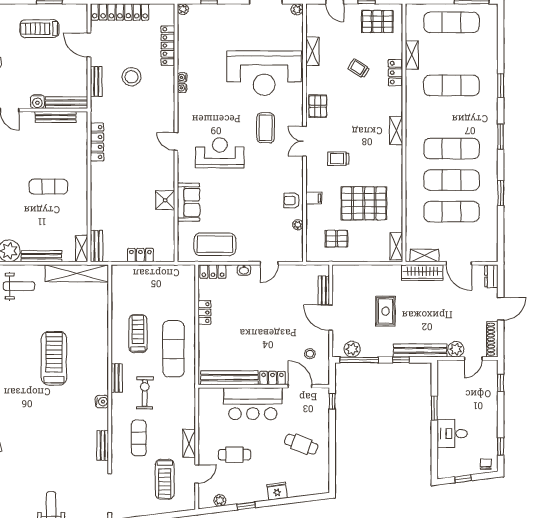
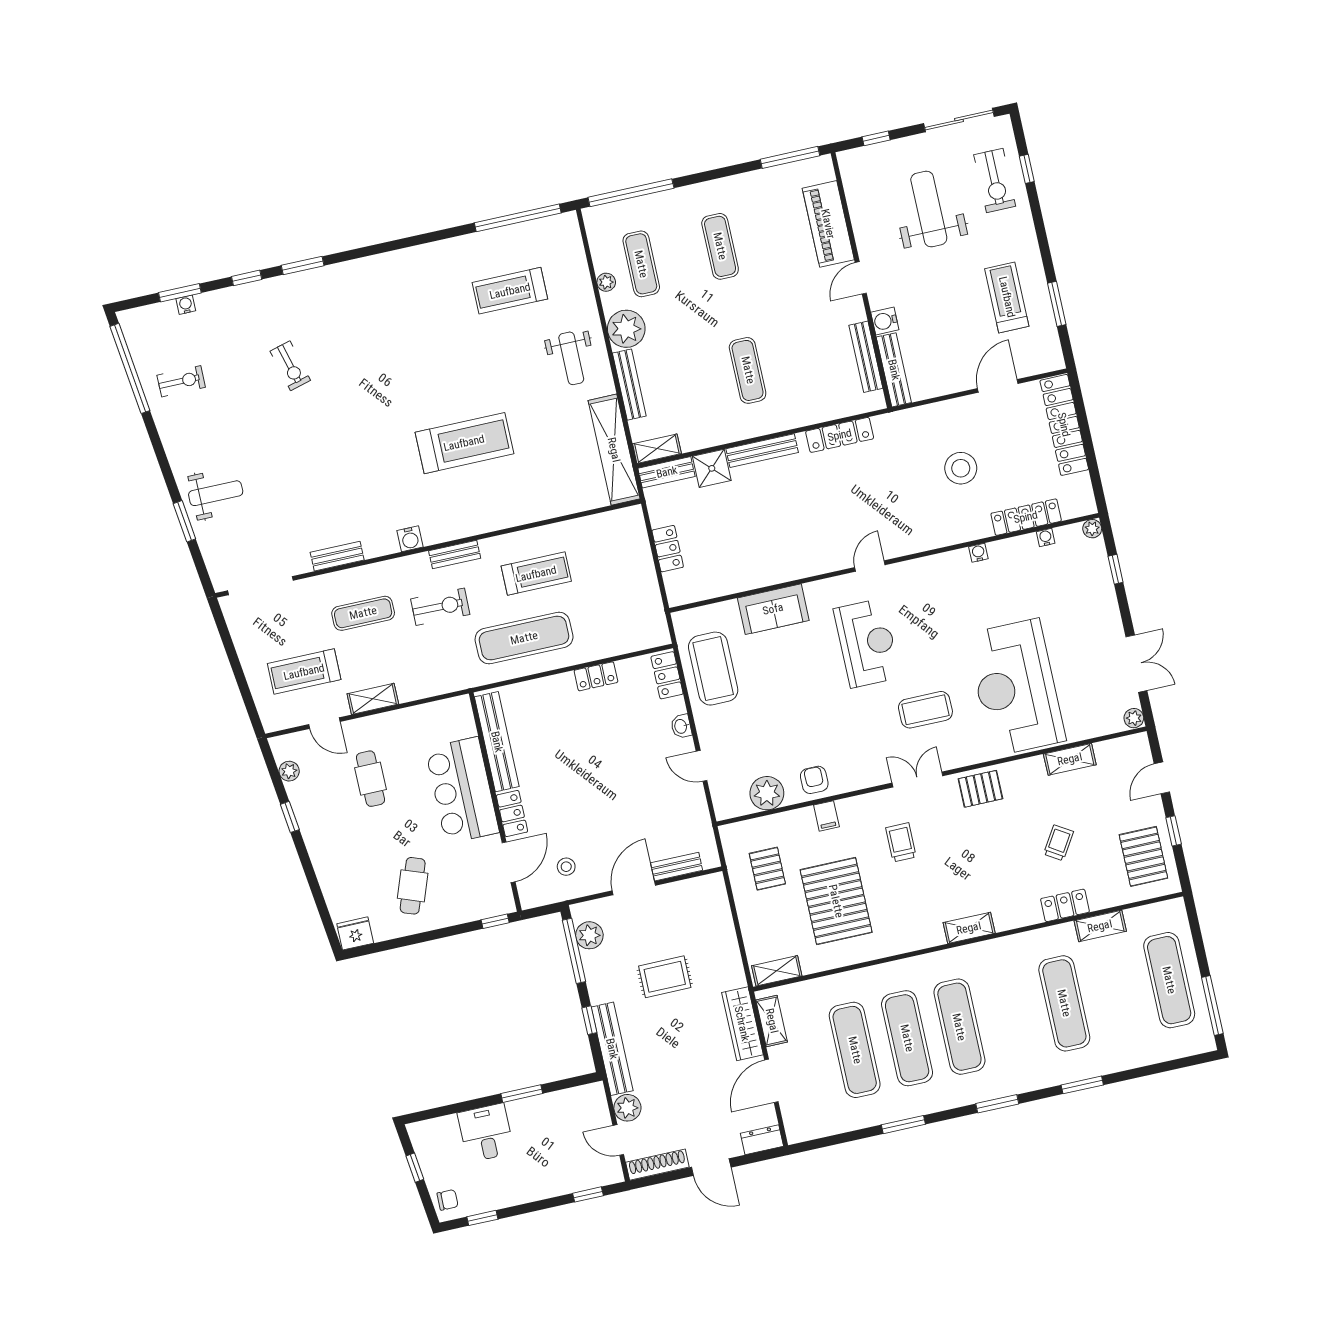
bench: (96, 82) -> (762, 451), moved, width x1.36
water cooler: (182, 88) -> (1046, 537), moved
shower: (165, 200) -> (712, 468), moved
plant: (298, 225) -> (767, 793), width x1.87, depth x1.87
fridge: (277, 491) -> (355, 933), moved, turned -83

